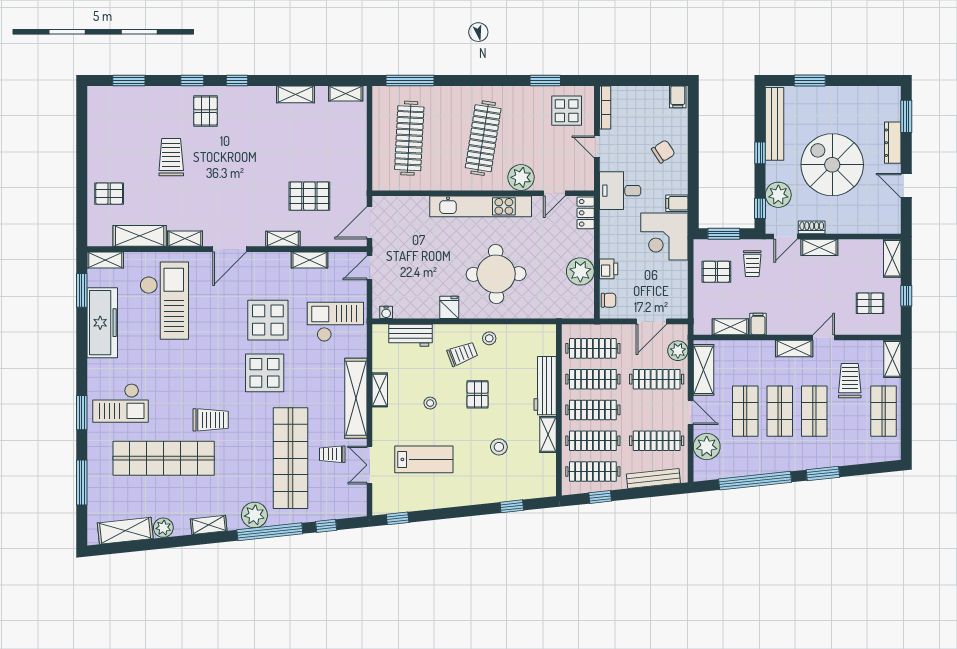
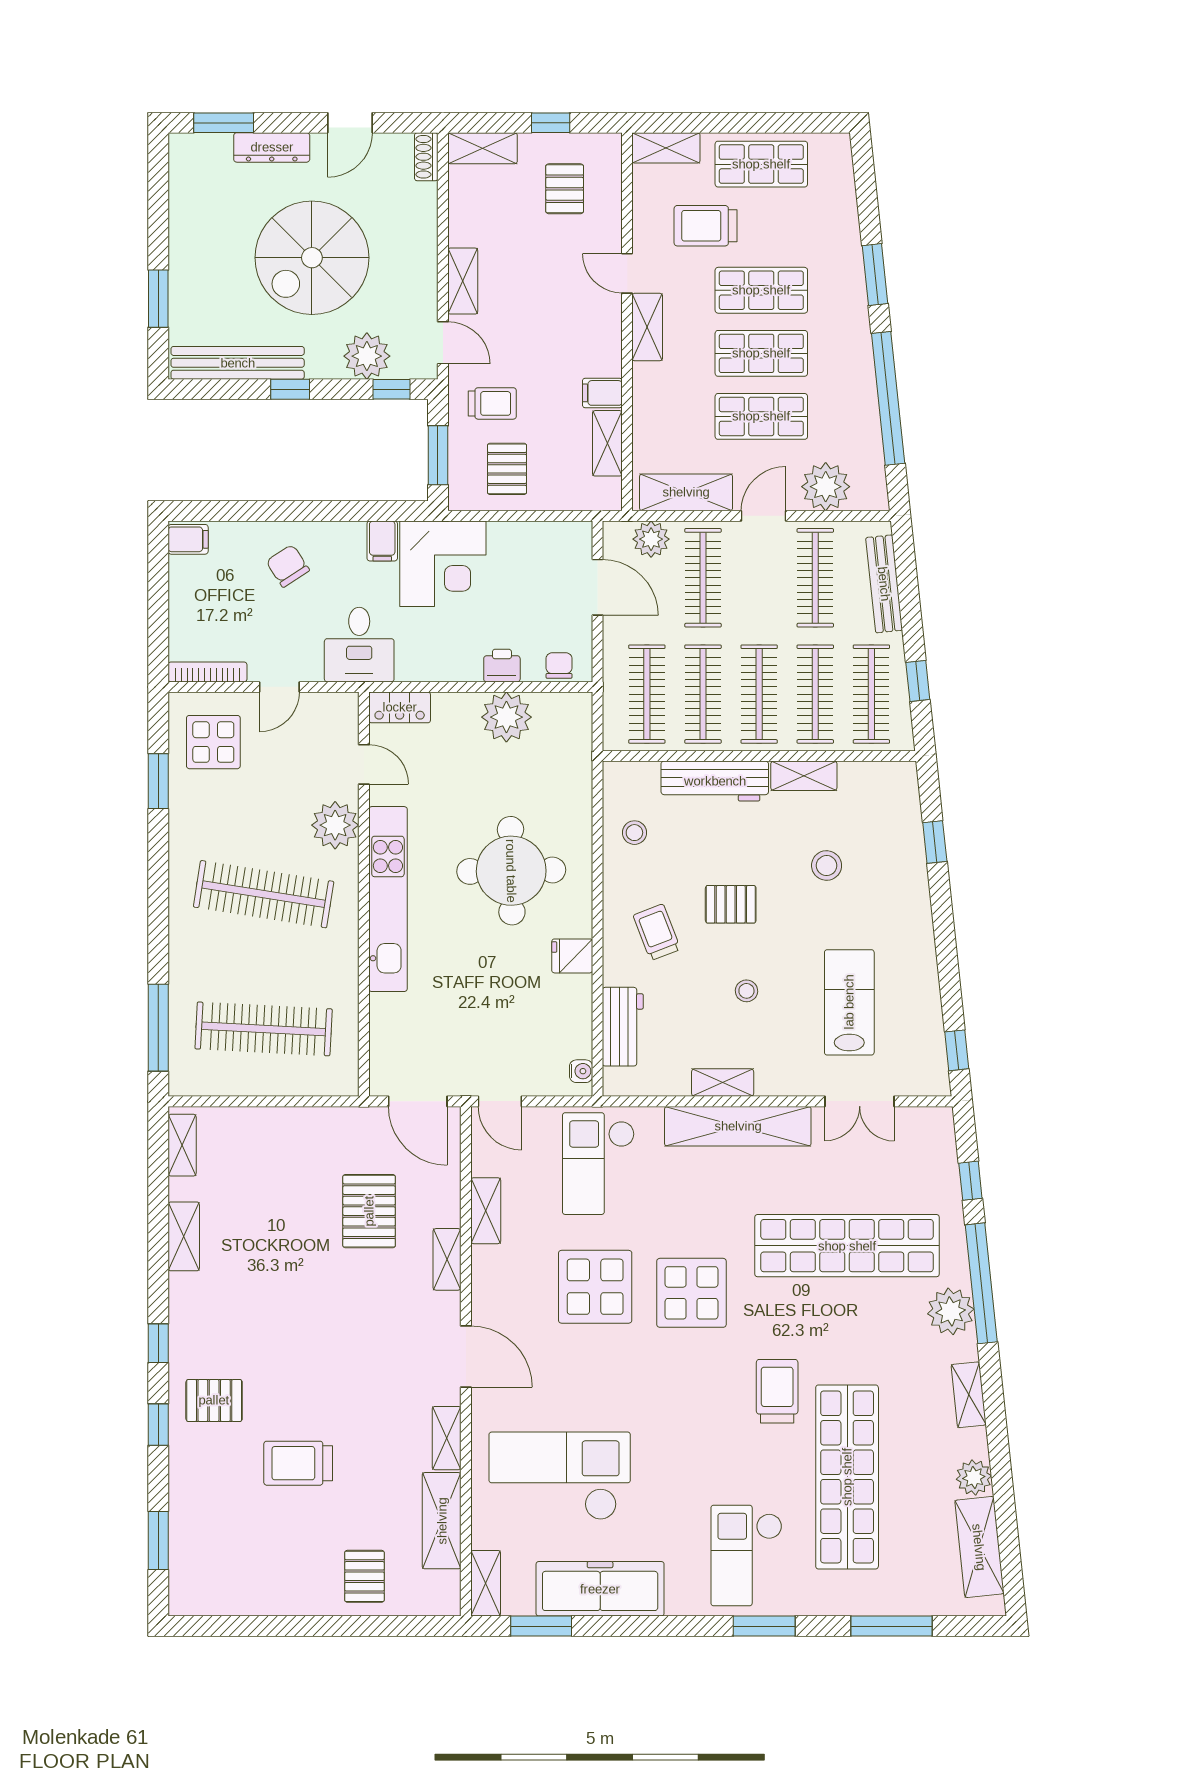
shoe rack: (812, 227) -> (426, 157), moved
stool: (489, 338) -> (634, 833), moved
checkout: (121, 403) -> (746, 1556), turned 180
trolley: (332, 454) -> (840, 1170), removed

